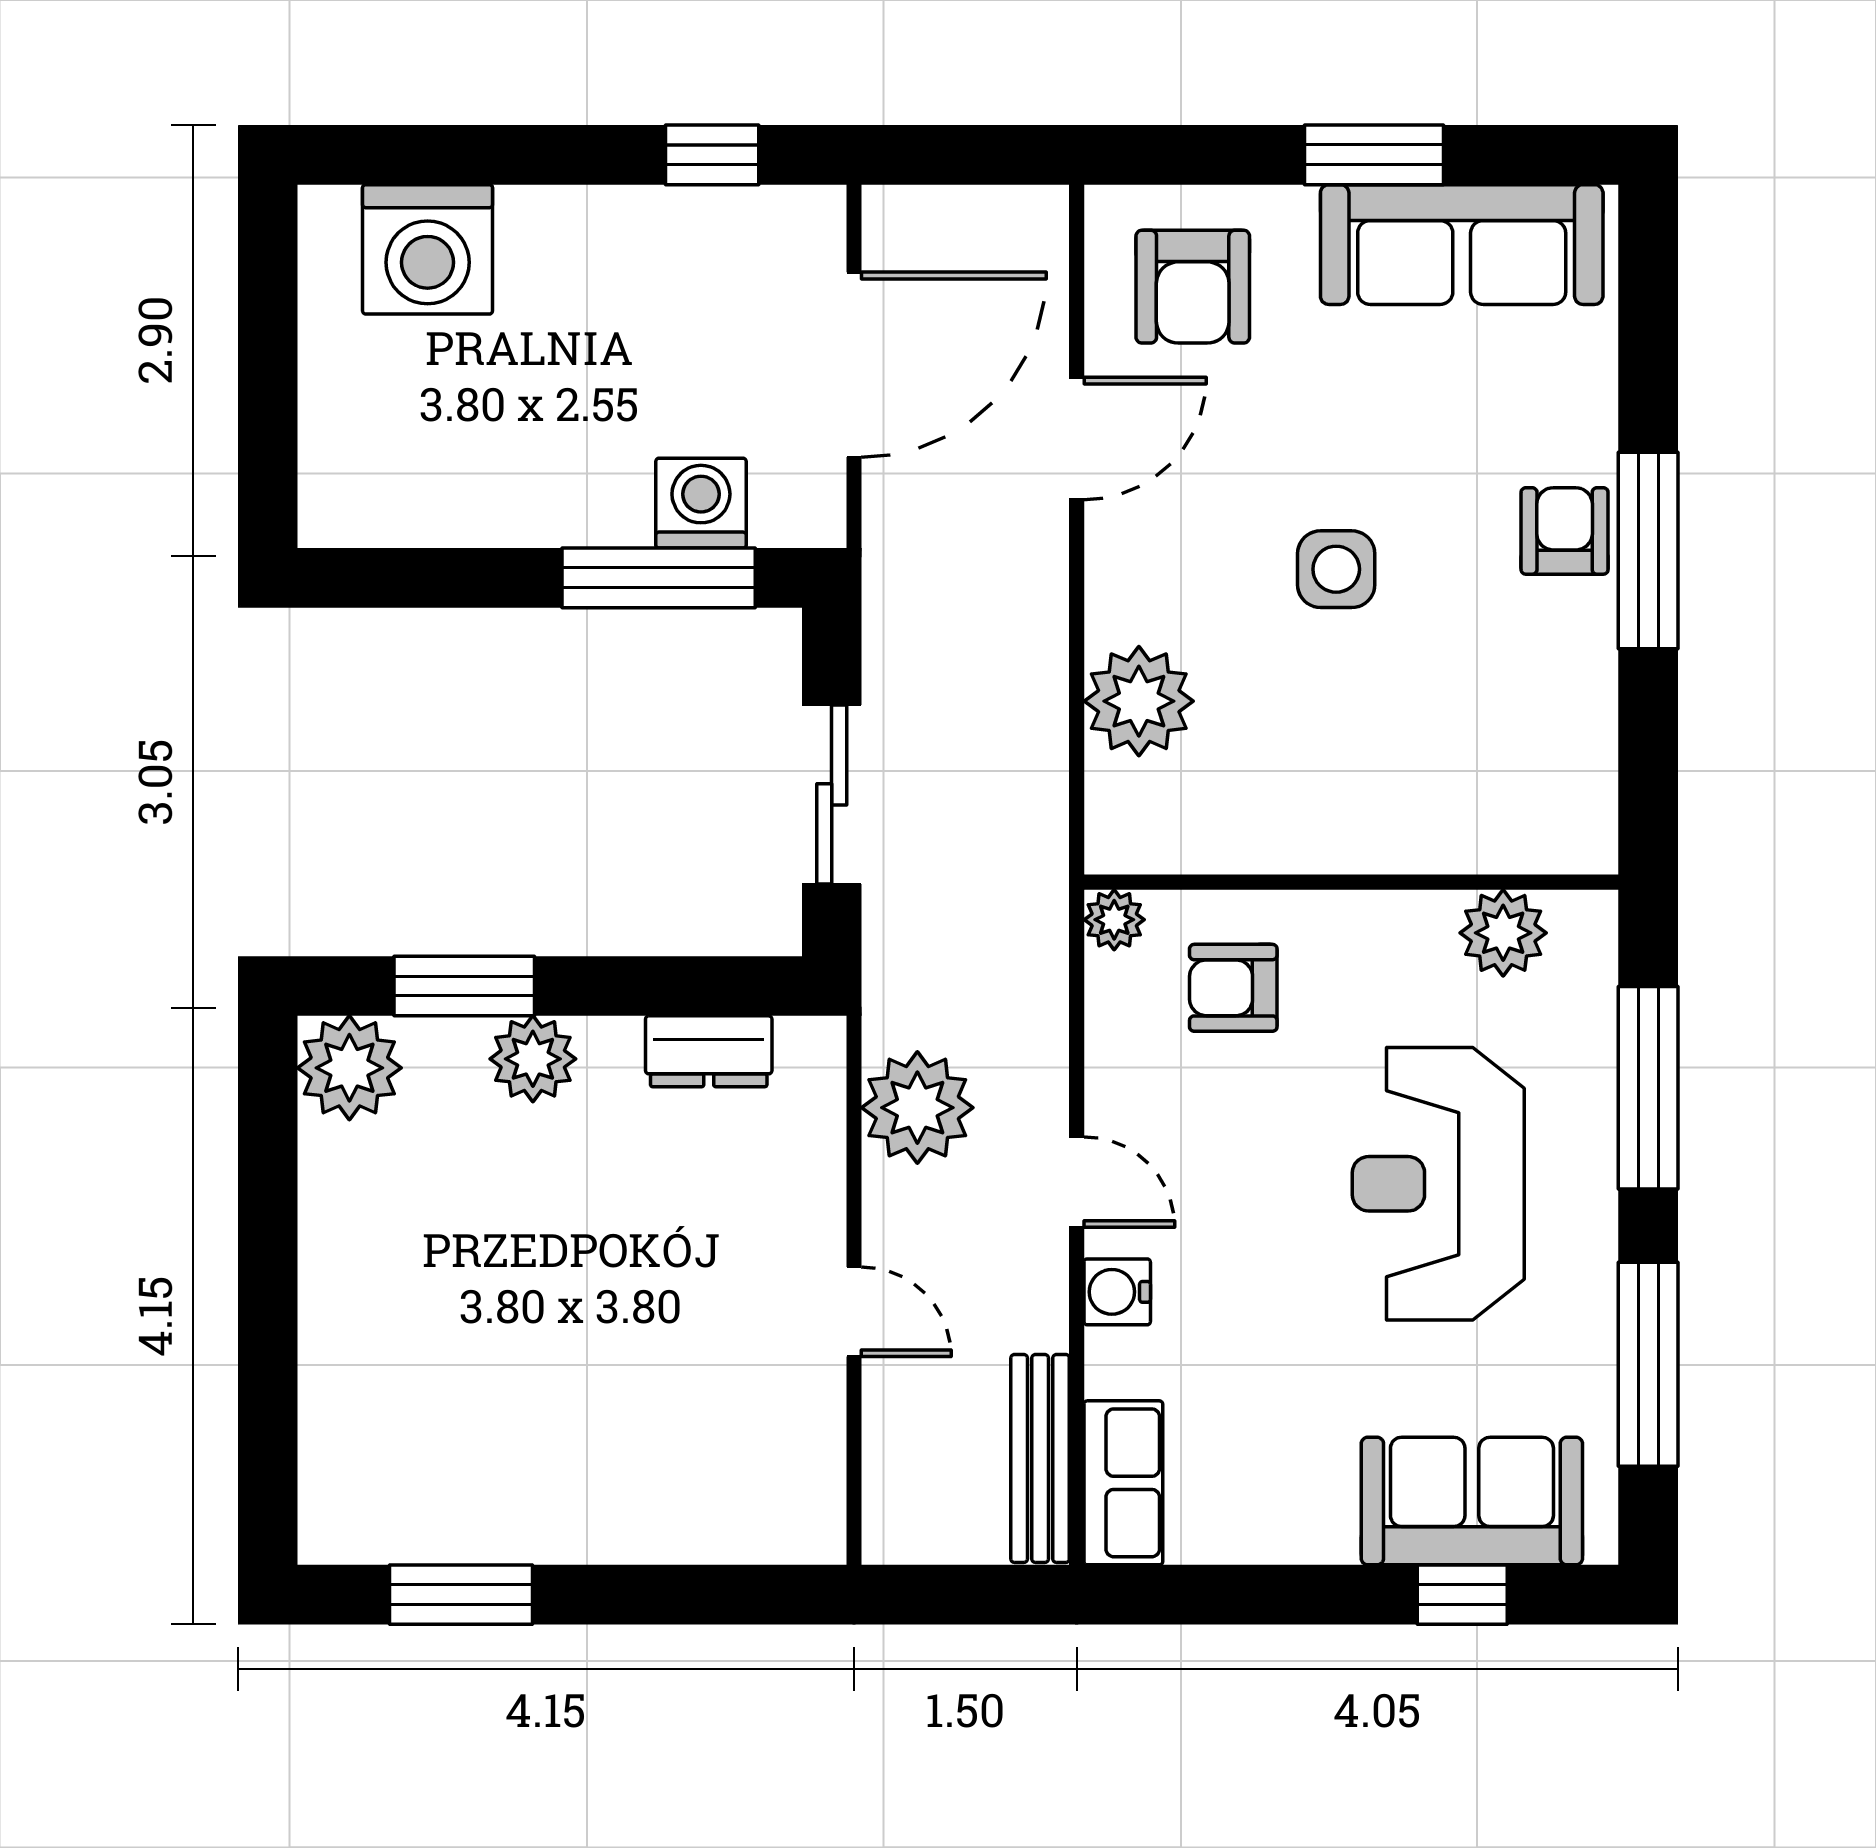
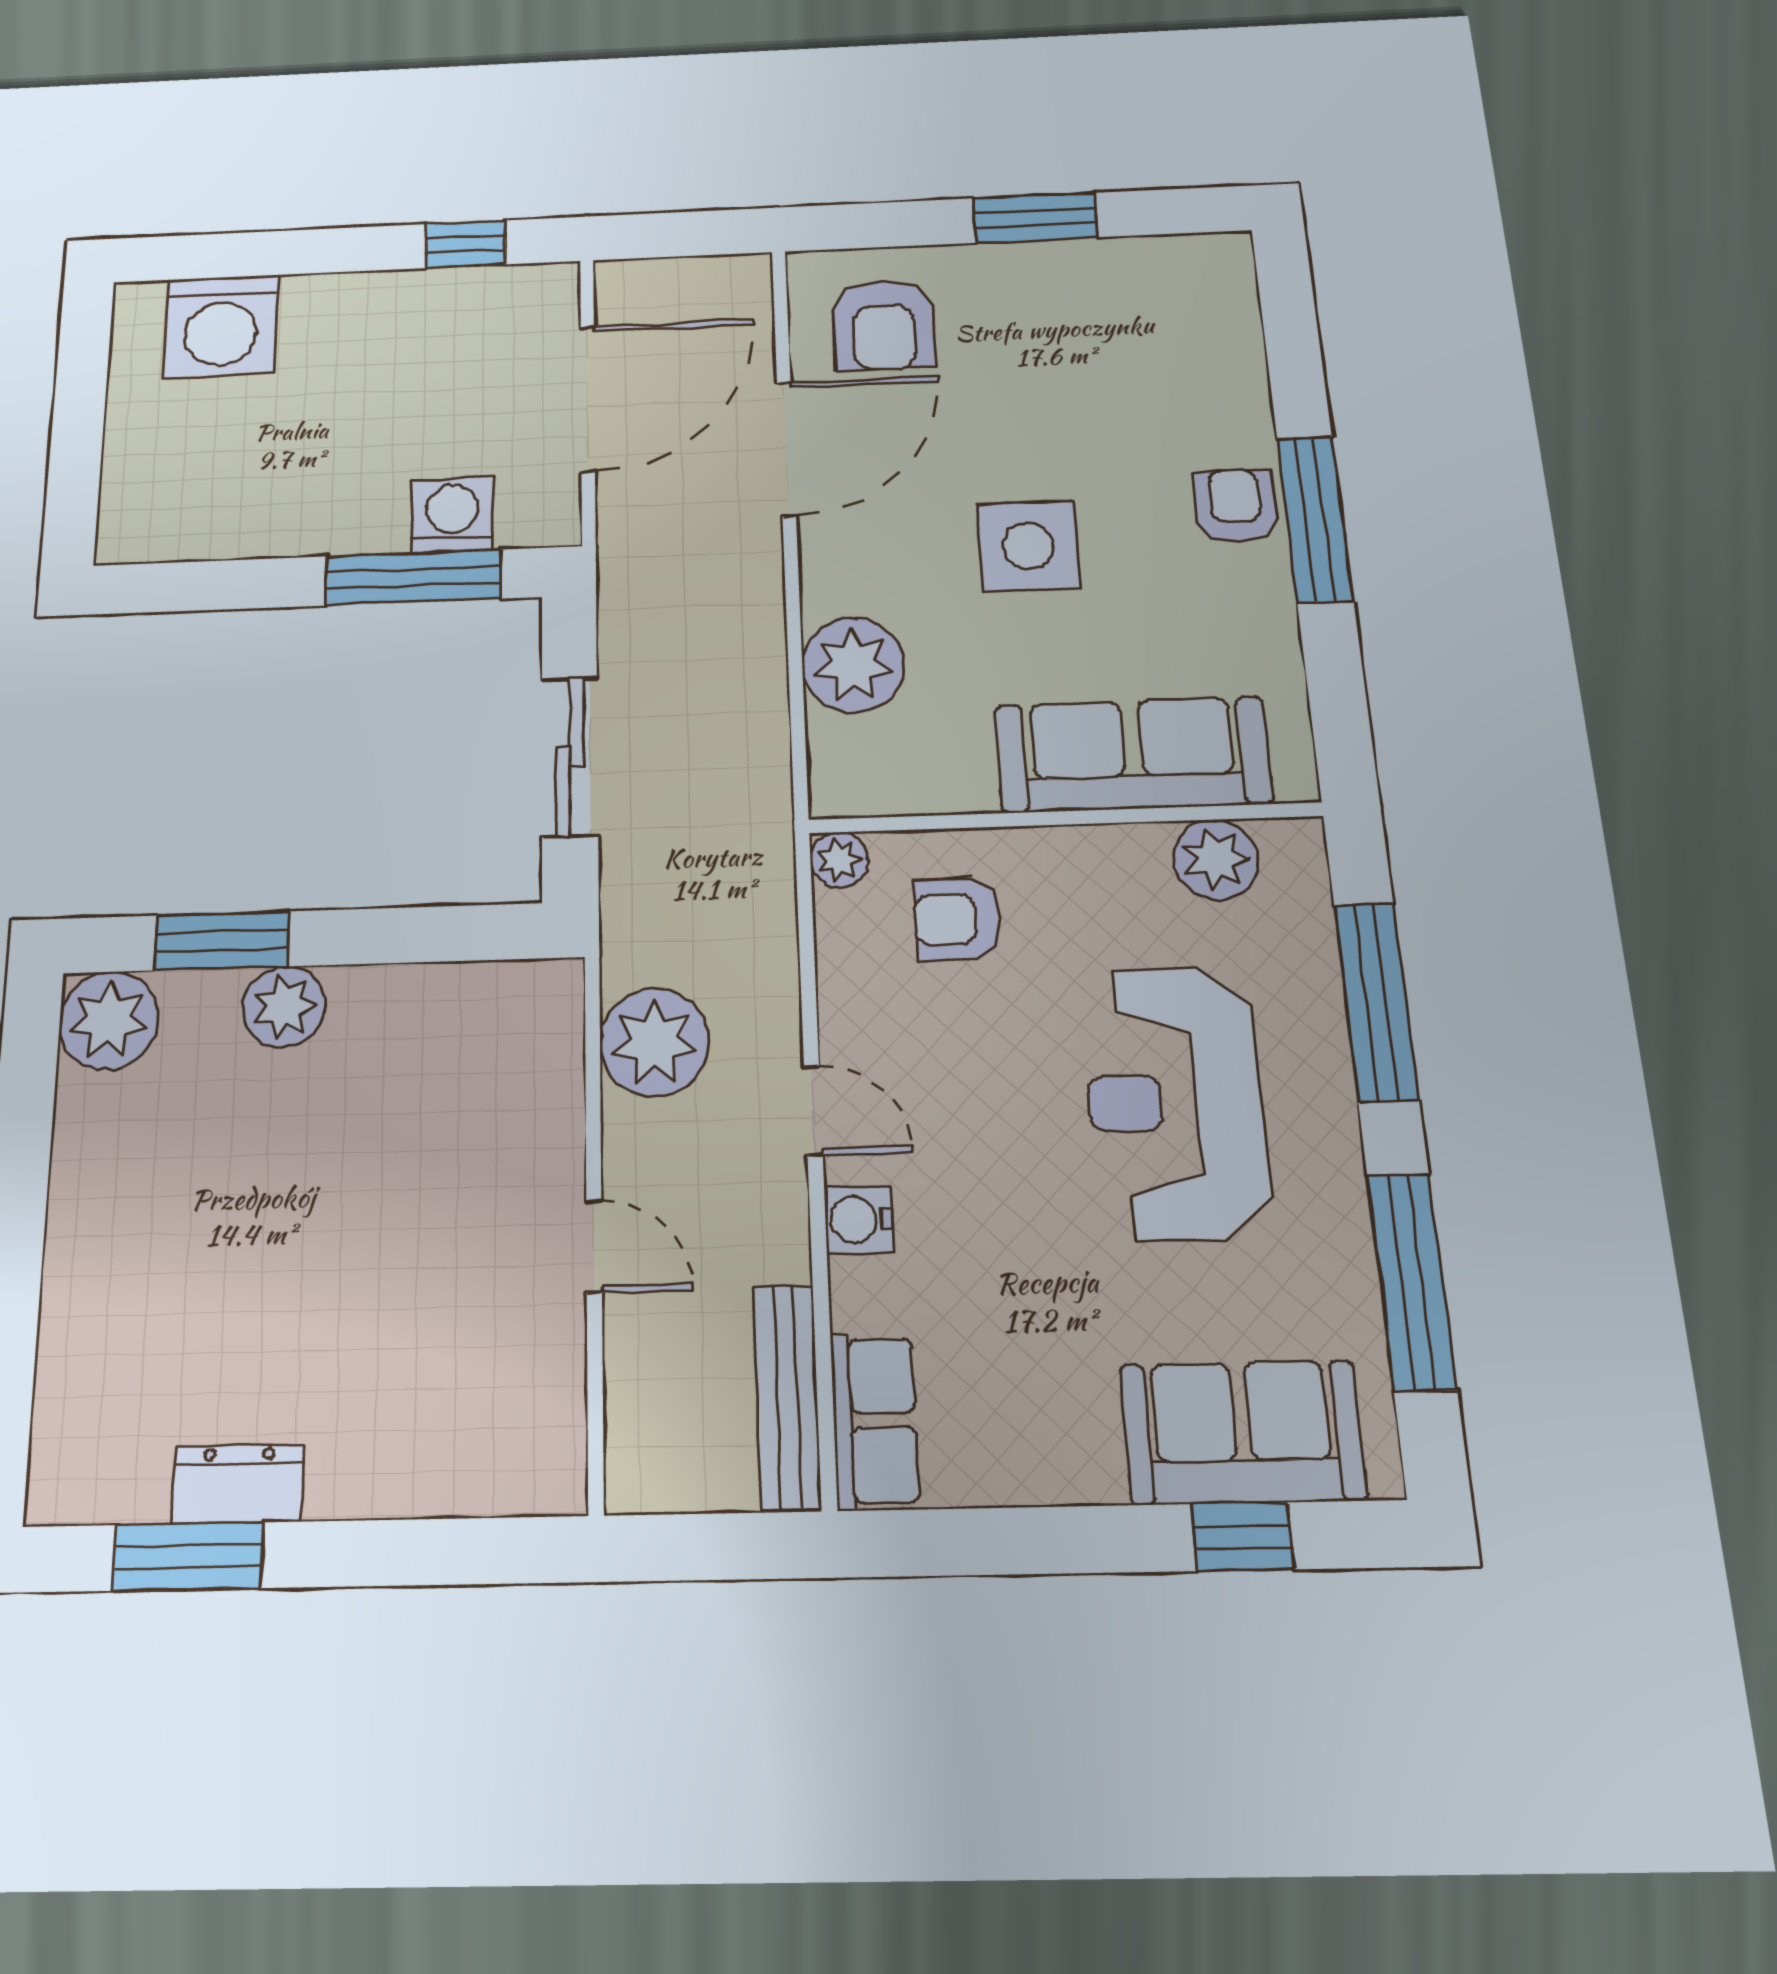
sofa: (1462, 245) -> (1133, 755), moved, turned 180
door: (1077, 438) -> (786, 449), width x1.36
side table: (1336, 569) -> (1028, 546), width x1.37, depth x1.37
dresser: (709, 1051) -> (238, 1484), moved, turned 180

